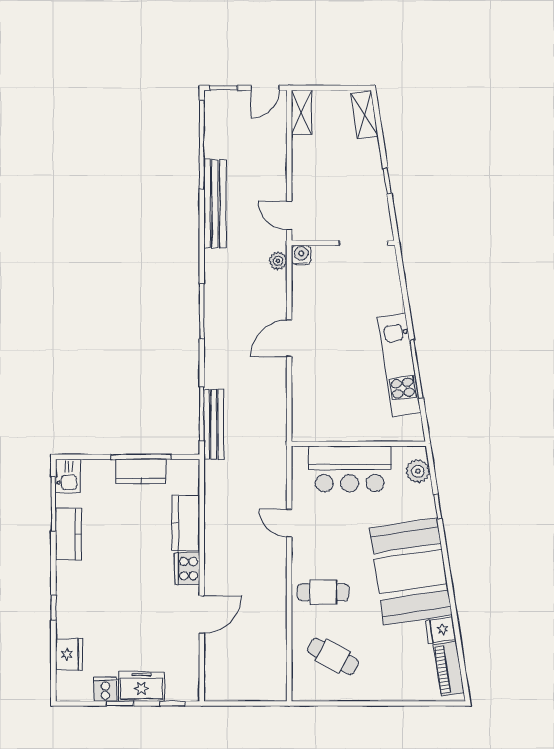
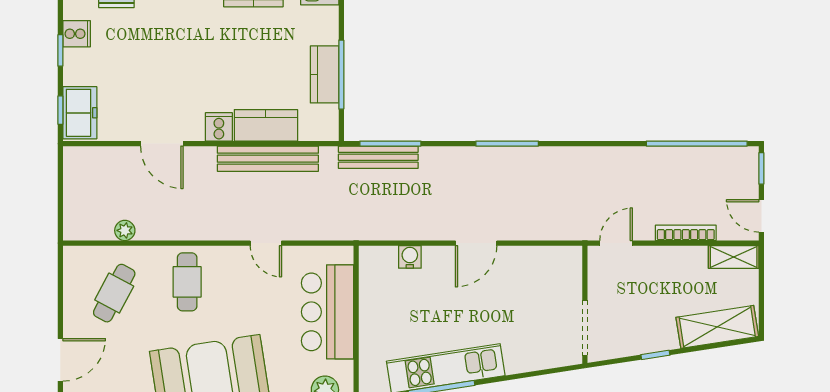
shelving: (364, 115) -> (717, 327), width x1.50, depth x1.33
bookcase: (280, 154) -> (686, 233), added
bench: (215, 204) -> (268, 159), moved
water cooler: (301, 255) -> (410, 257), moved, turned -90
plant: (278, 261) -> (125, 230), moved
door: (289, 338) -> (476, 243), swing flipped
door: (289, 523) -> (266, 243), swing flipped
cooker: (187, 569) -> (219, 127), width x0.73
freezer: (141, 686) -> (80, 113), moved
door: (392, 704) -> (60, 360), added

